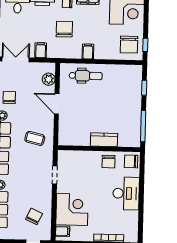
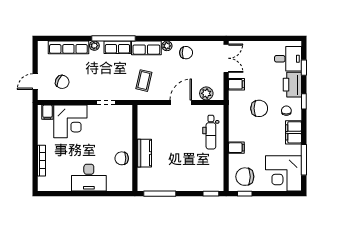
filing cabinet: (88, 51) -> (236, 148), moved
window: (144, 88) -> (211, 194), moved
chair: (131, 161) -> (122, 182), removed

